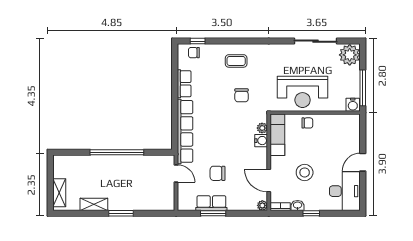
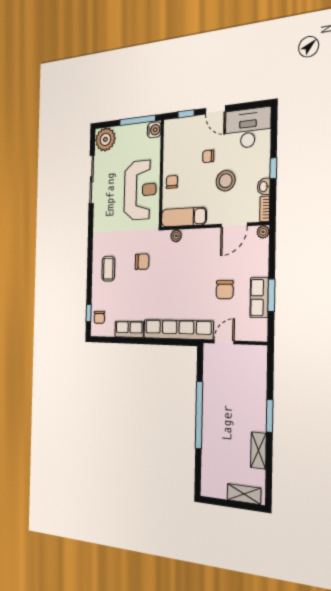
window: (363, 135) -> (186, 114), added
water cooler: (261, 141) -> (189, 236), removed
chair: (326, 156) -> (208, 156), added

